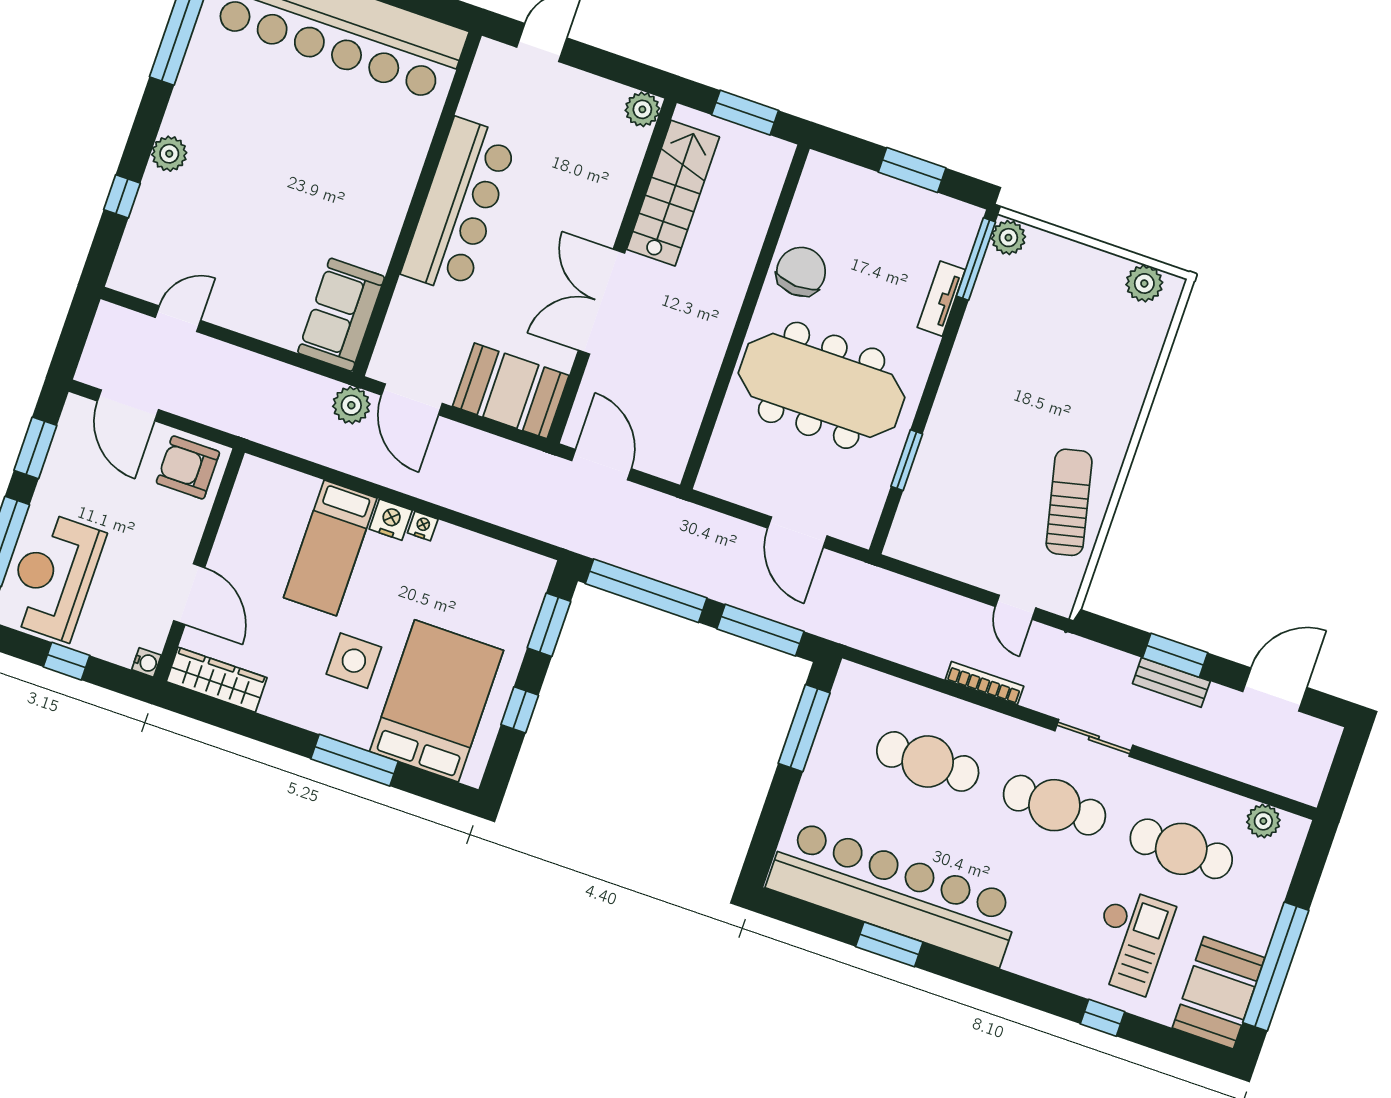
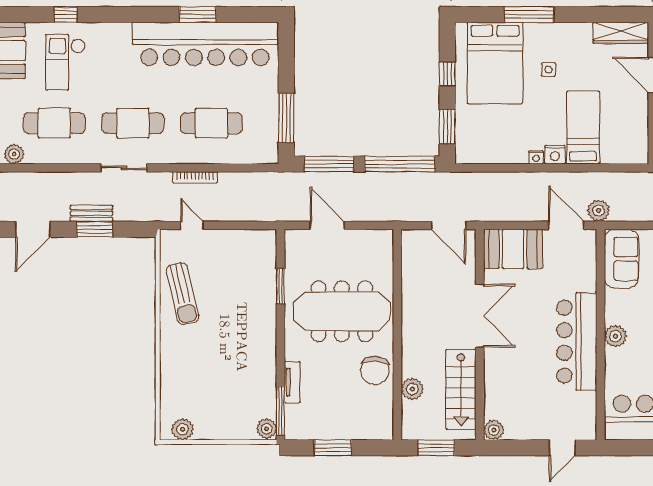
plant: (394, 193) -> (615, 336), added
plant: (751, 221) -> (412, 389), added
side table: (354, 661) -> (548, 70), width x0.54, depth x0.54

